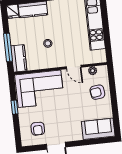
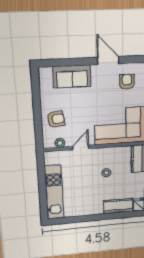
door: (74, 67) -> (81, 147), hinge flipped
sofa: (98, 129) -> (72, 76), moved

